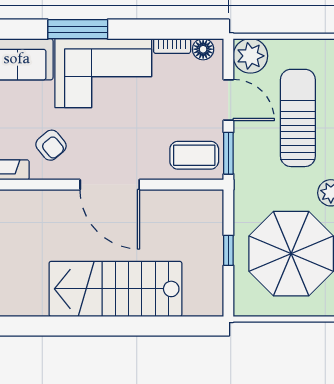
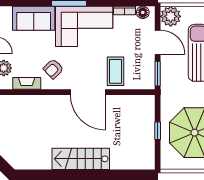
armchair: (51, 145) -> (53, 69), turned 86
coffee table: (194, 155) -> (116, 71), moved, turned 90
stairs: (115, 289) -> (81, 159), width x0.73, depth x0.66

